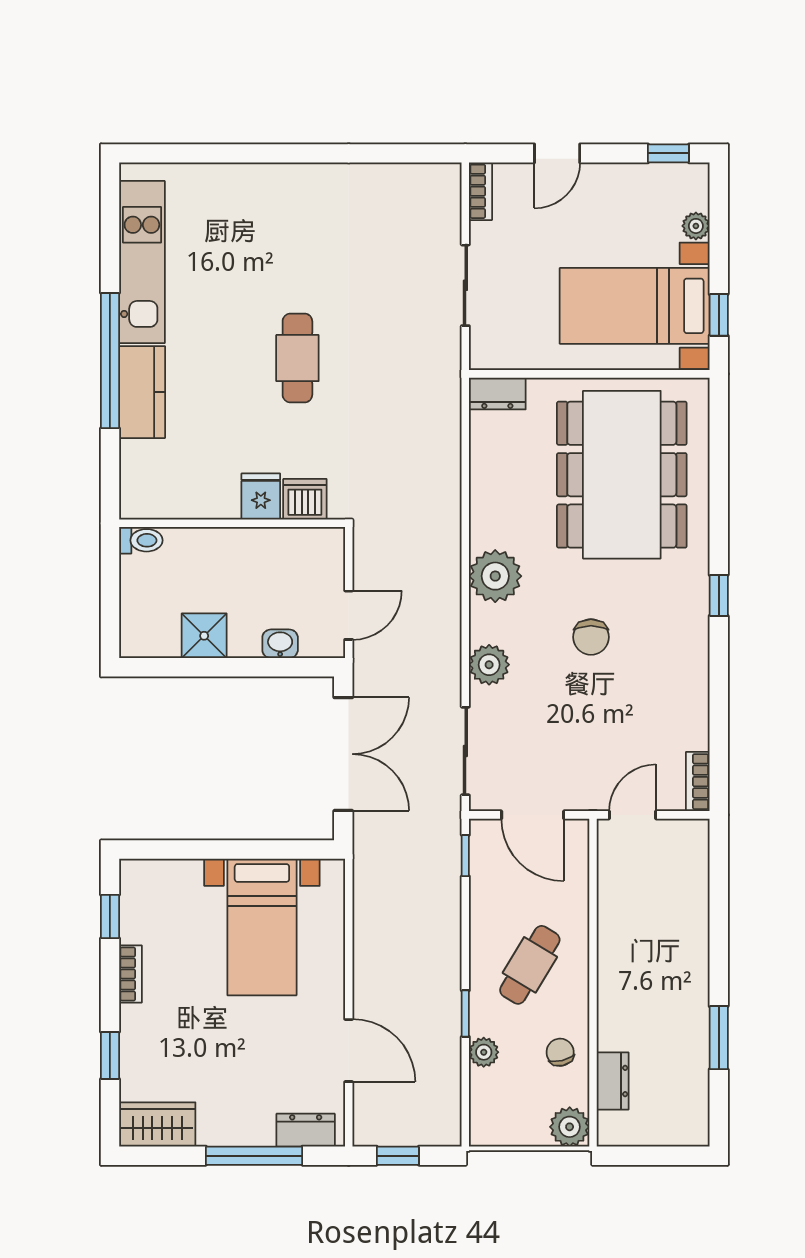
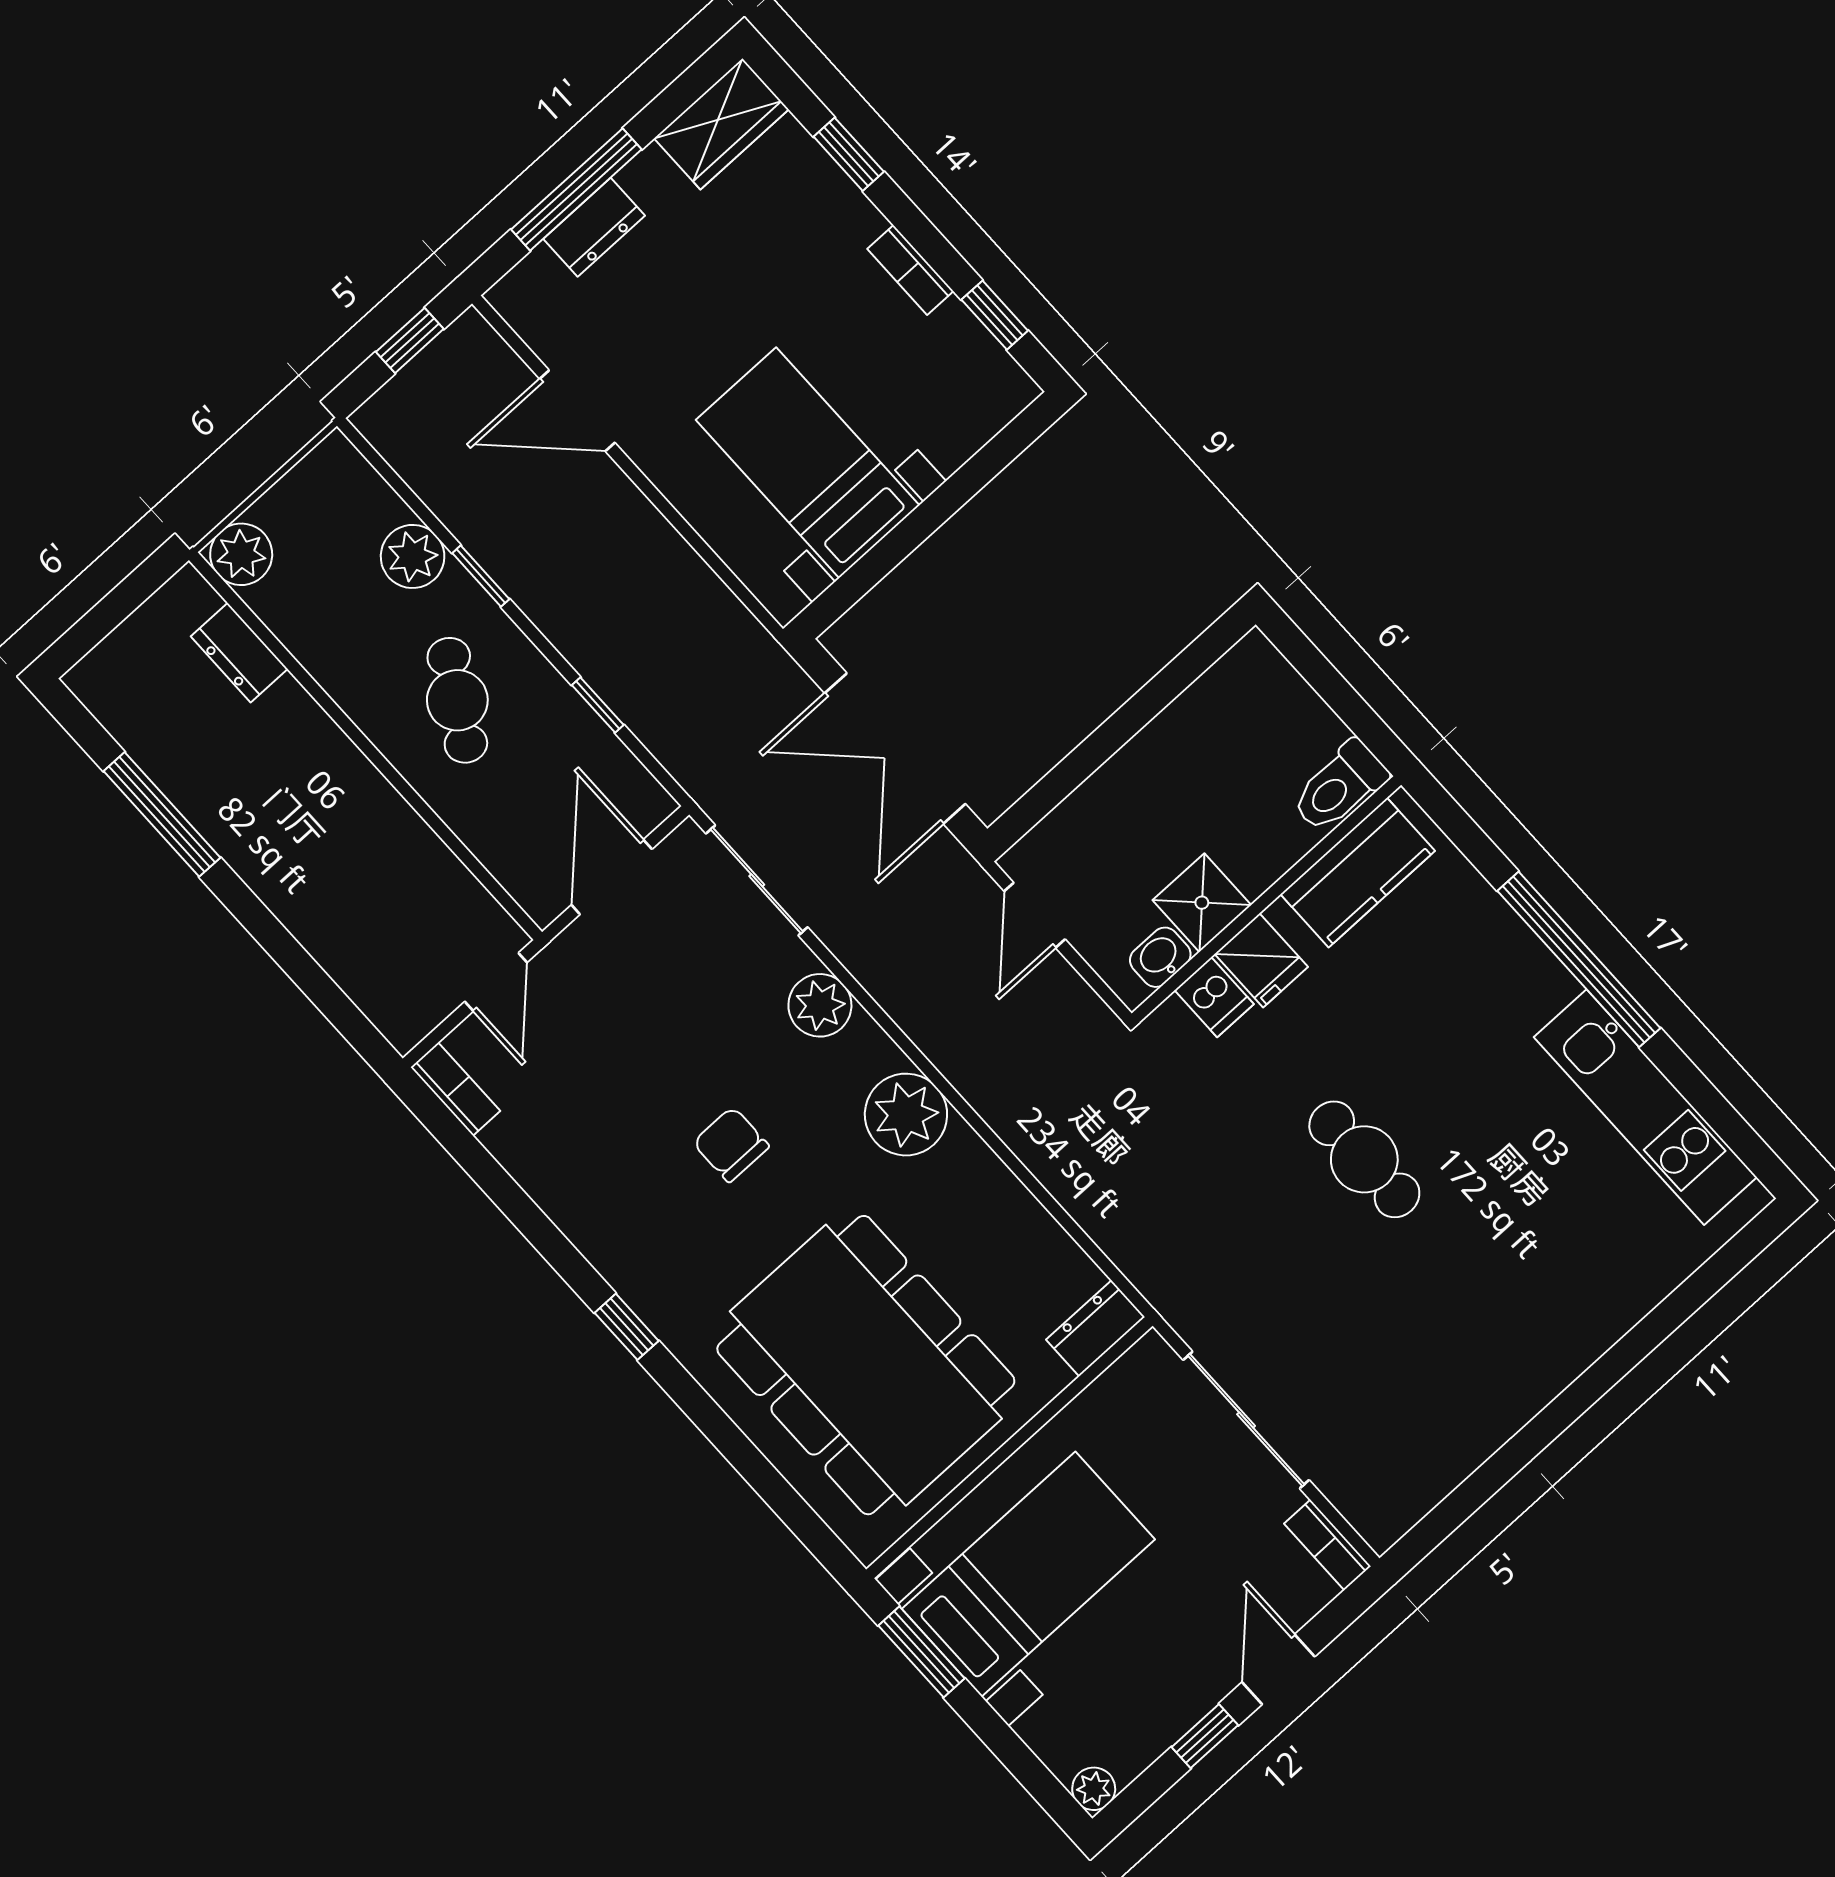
window: (668, 153) -> (1205, 1736), moved
plant: (696, 226) -> (1094, 1789), moved
sliding door: (465, 285) -> (1246, 1420), width x1.37
window: (719, 315) -> (921, 1652), width x1.50
kitchen counter: (142, 392) -> (1358, 873), moved, turned -90
dishwasher: (305, 499) -> (1214, 997), width x0.73
toilet: (141, 540) -> (1339, 787), width x1.37, depth x1.39
shower: (204, 636) -> (1202, 903), moved
washbasin: (280, 644) -> (1160, 957), moved, turned 180
door: (533, 815) -> (612, 877), hinge flipped
window: (465, 856) -> (598, 705), moved
window: (719, 1038) -> (162, 814), width x1.44
plant: (484, 1052) -> (413, 556), width x1.38, depth x1.38
chair: (560, 1052) -> (330, 631), removed
dresser: (306, 1130) -> (594, 227), moved

